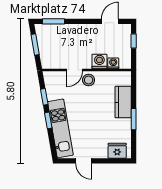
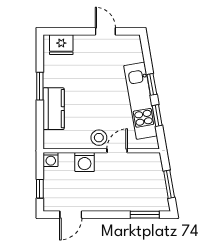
washing machine: (113, 63) -> (51, 160), moved
kitchen unit: (60, 128) -> (141, 101), moved

